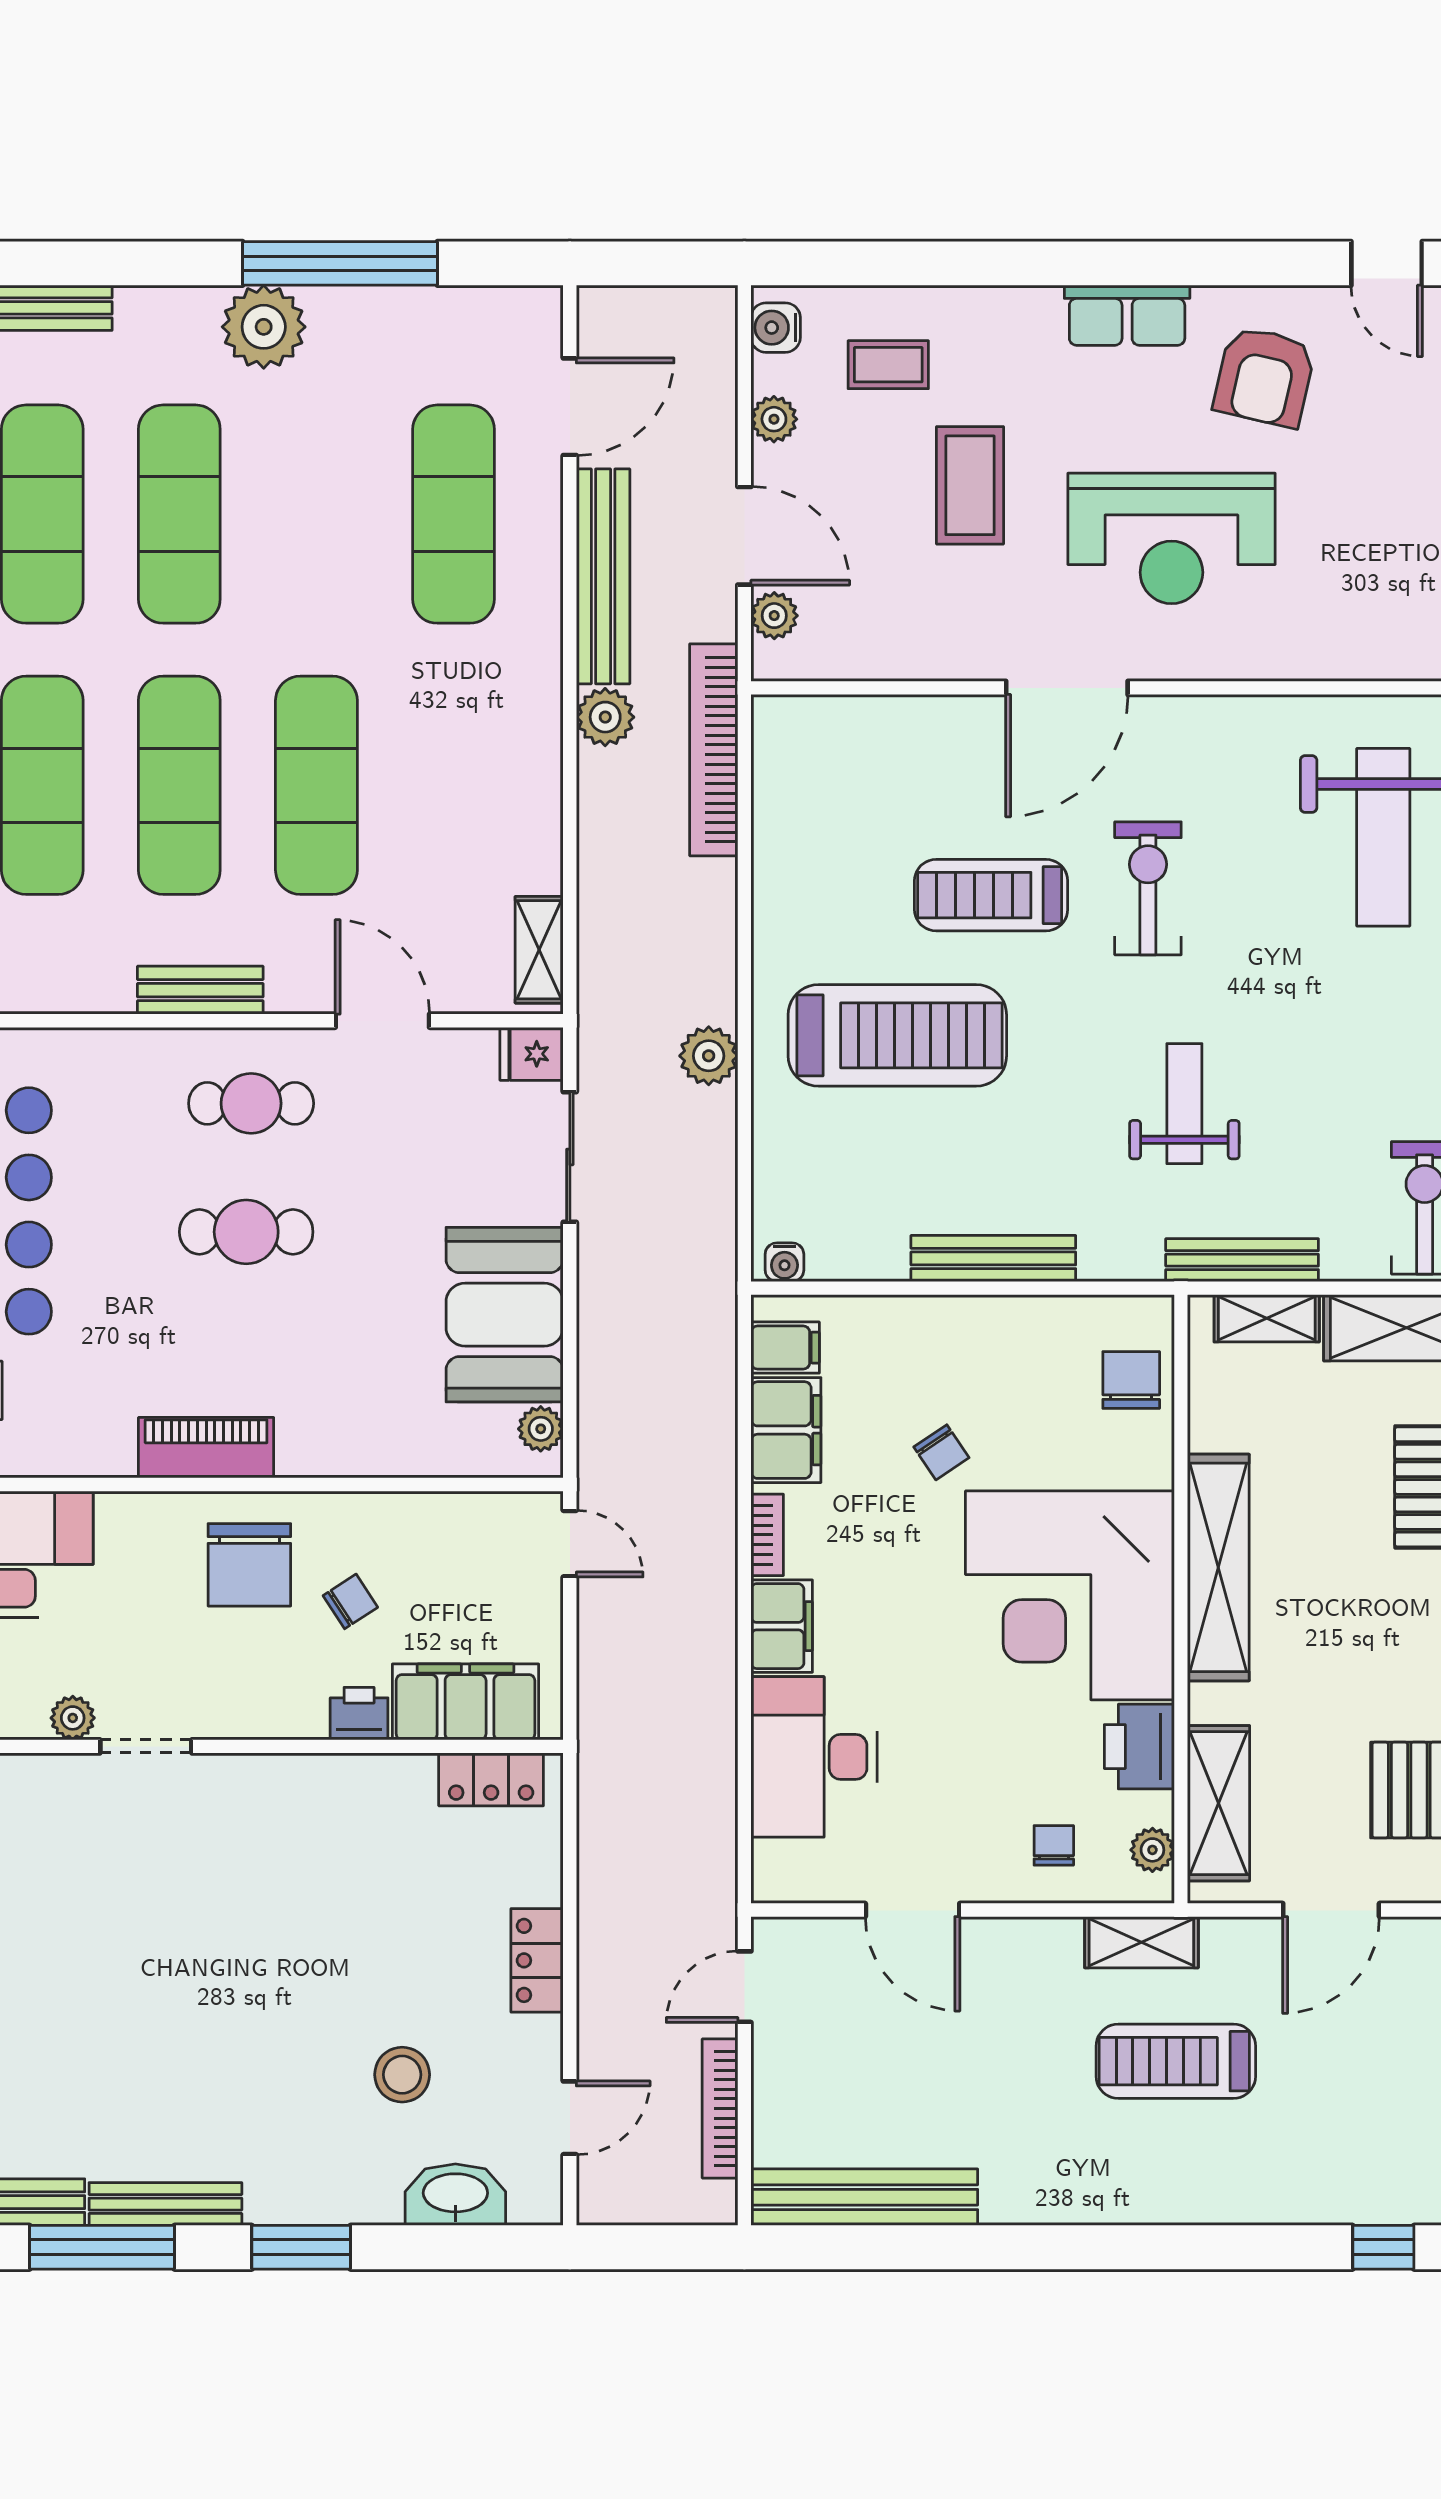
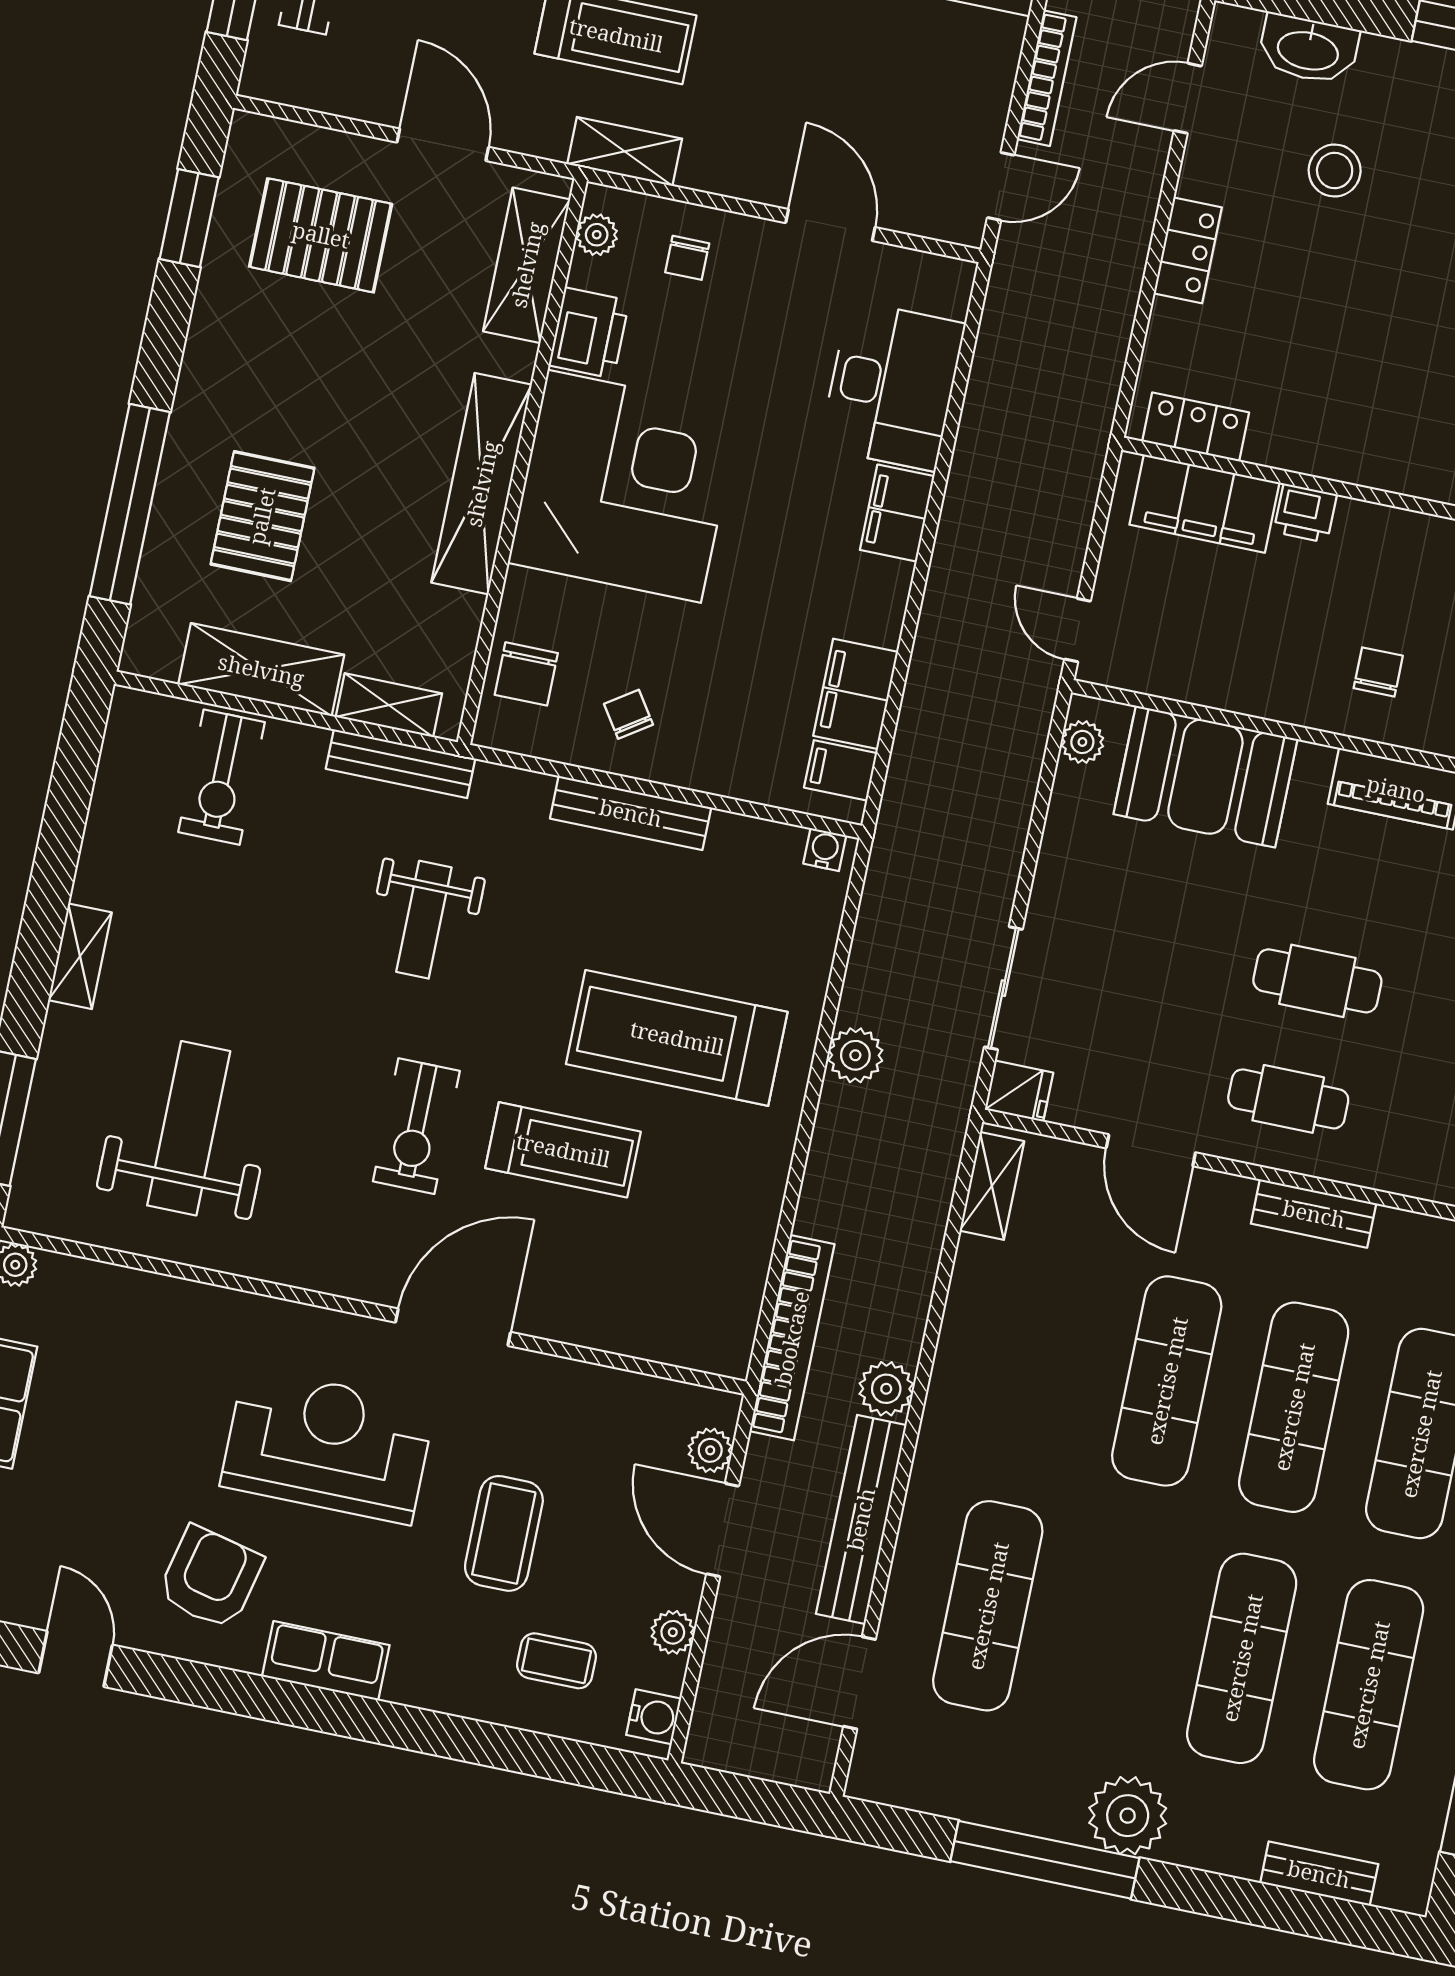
booth: (505, 1315) -> (1205, 777), moved, turned 90
chair: (941, 1452) -> (628, 714), moved
bookcase: (767, 1535) -> (893, 600), removed
chair: (249, 1565) -> (1378, 672), width x0.54, depth x0.54
chair: (350, 1601) -> (1292, 619), removed
door: (1331, 1910) -> (443, 145), hinge flipped

